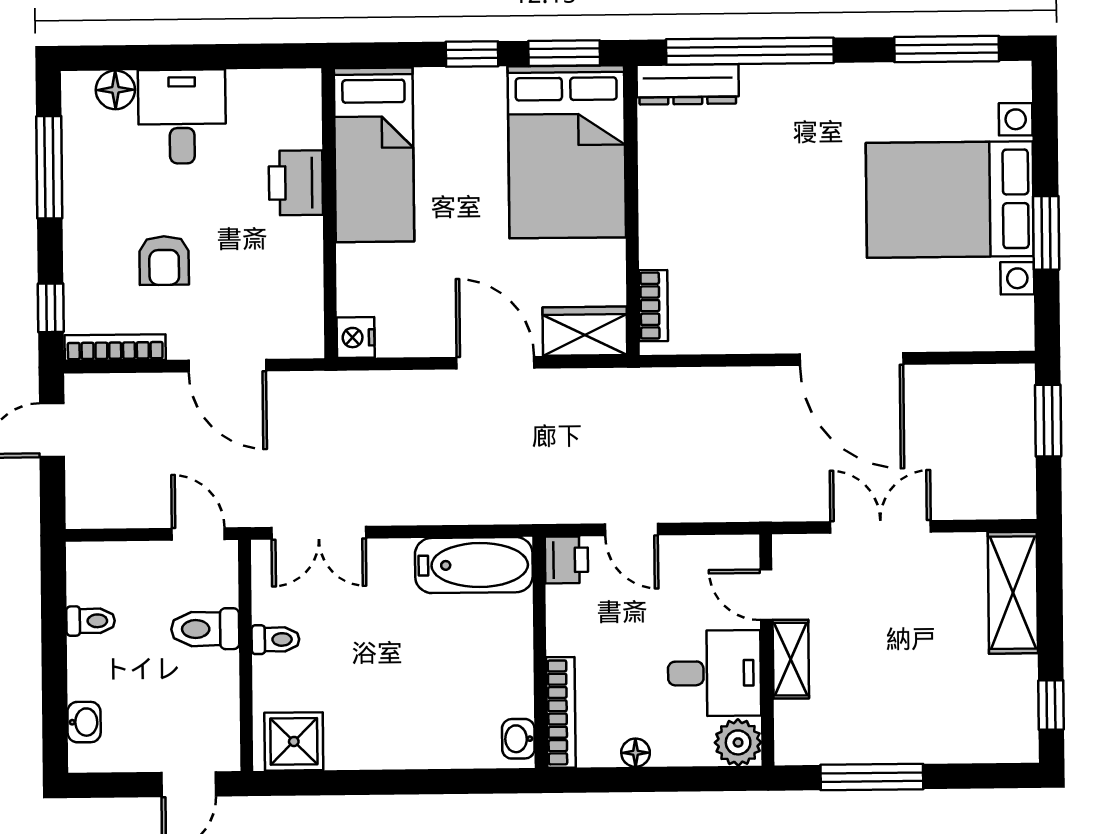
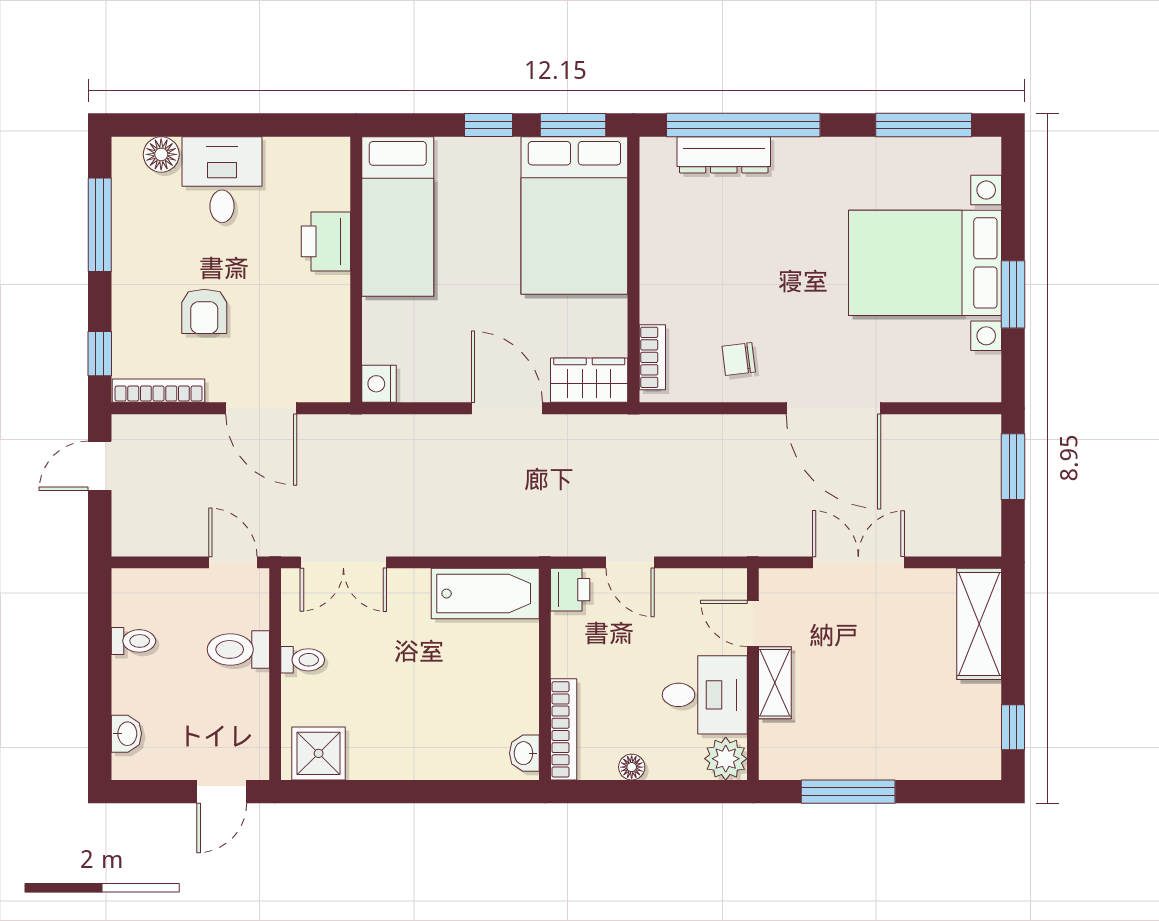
dresser: (688, 84) -> (724, 155), moved
chair: (748, 306) -> (739, 359), added

